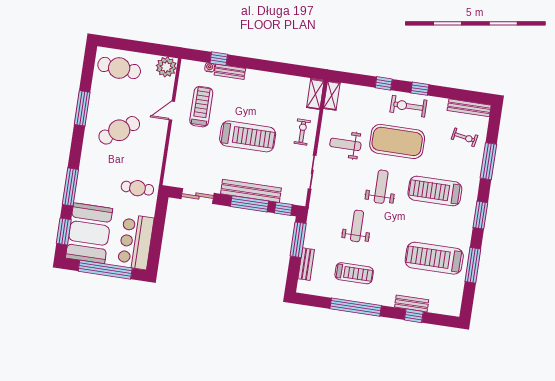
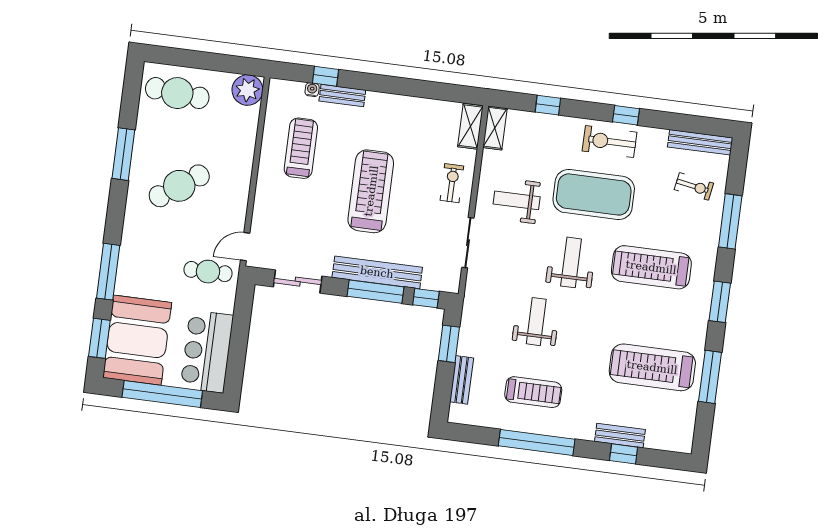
window: (384, 83) -> (548, 105), moved
door: (172, 111) -> (245, 247), moved
treadmill: (248, 136) -> (371, 191), turned -90
window: (298, 240) -> (449, 344), width x0.69

